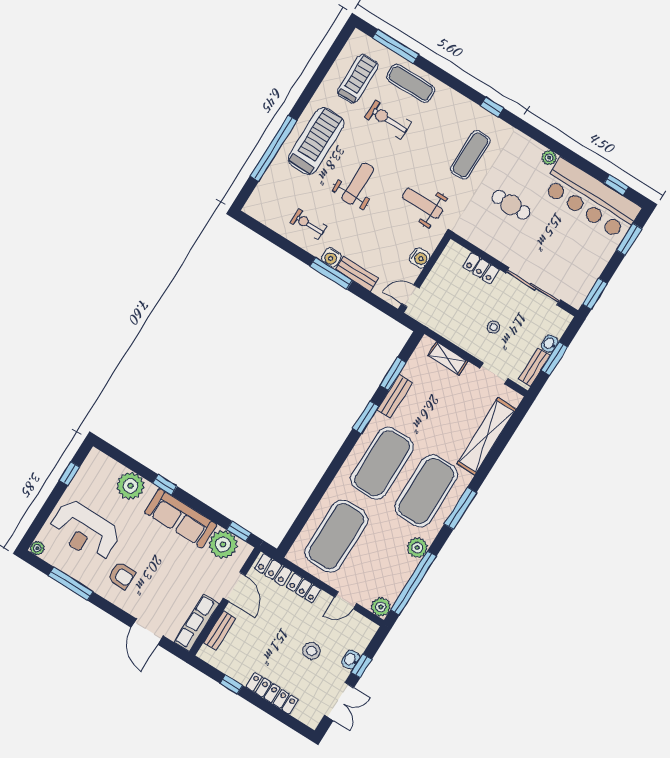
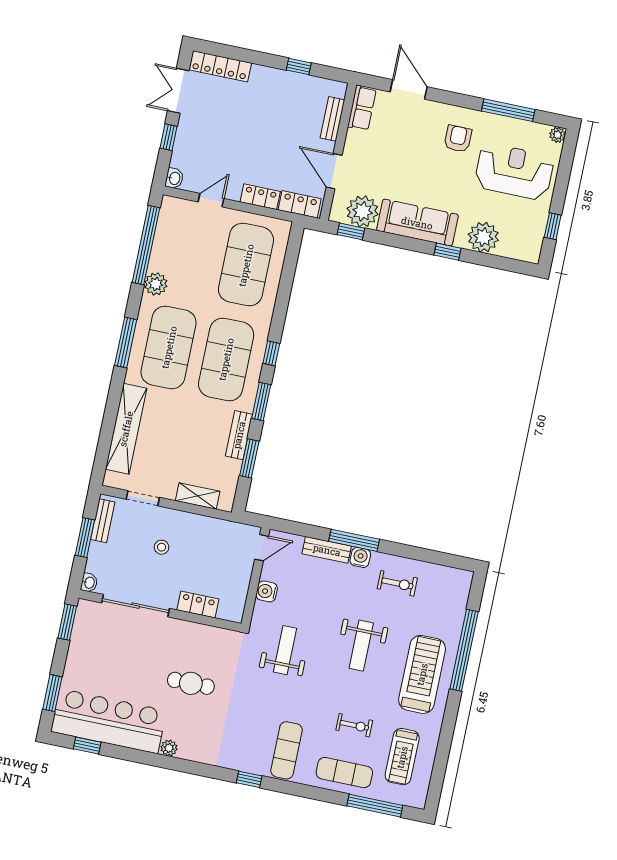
exercise bike: (388, 120) -> (354, 725), width x0.73, depth x0.72
treadmill: (316, 141) -> (422, 674), turned 180
exercise mat: (470, 155) -> (287, 750), moved
weight bench: (422, 203) -> (285, 650), turned -90
washbasin: (550, 344) -> (89, 583), moved
window: (343, 454) -> (271, 353), added
armchair: (121, 576) -> (458, 139), turned 90
plant: (381, 607) -> (171, 207), removed
row of seats: (197, 623) -> (362, 108), width x0.68
stool: (311, 651) -> (227, 133), removed
washbasin: (351, 660) -> (174, 178), moved
locker: (272, 693) -> (220, 66), moved

